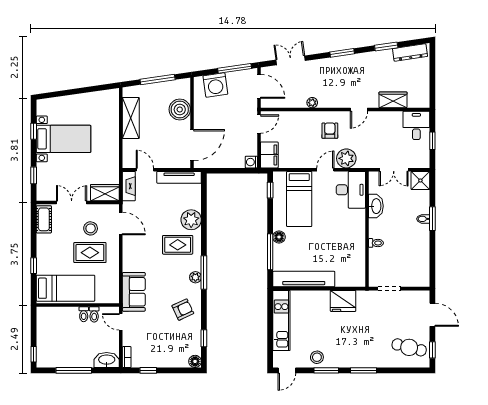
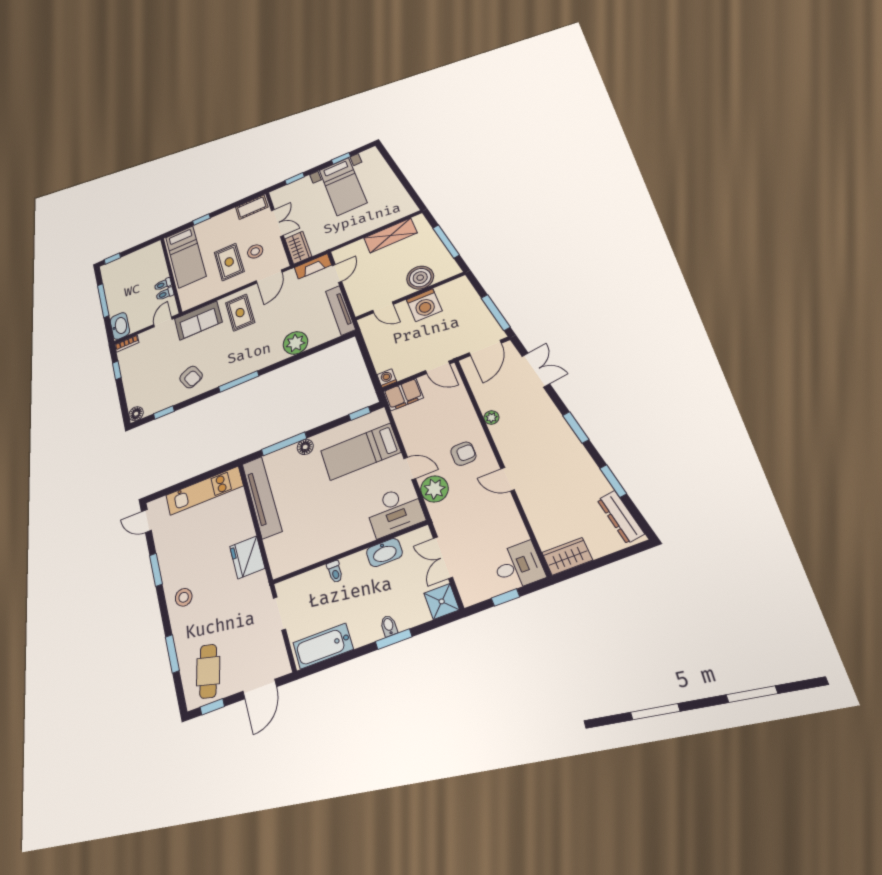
washing machine: (215, 85) -> (424, 305), moved, turned -82
wardrobe: (393, 100) -> (567, 556), moved, turned -90
door: (192, 145) -> (383, 307), width x0.53
rug: (178, 245) -> (240, 313), moved
bathtub: (421, 265) -> (323, 646), added
plant: (195, 277) -> (231, 375), removed
stool: (317, 357) -> (184, 597), moved
window: (363, 370) -> (172, 654), moved

